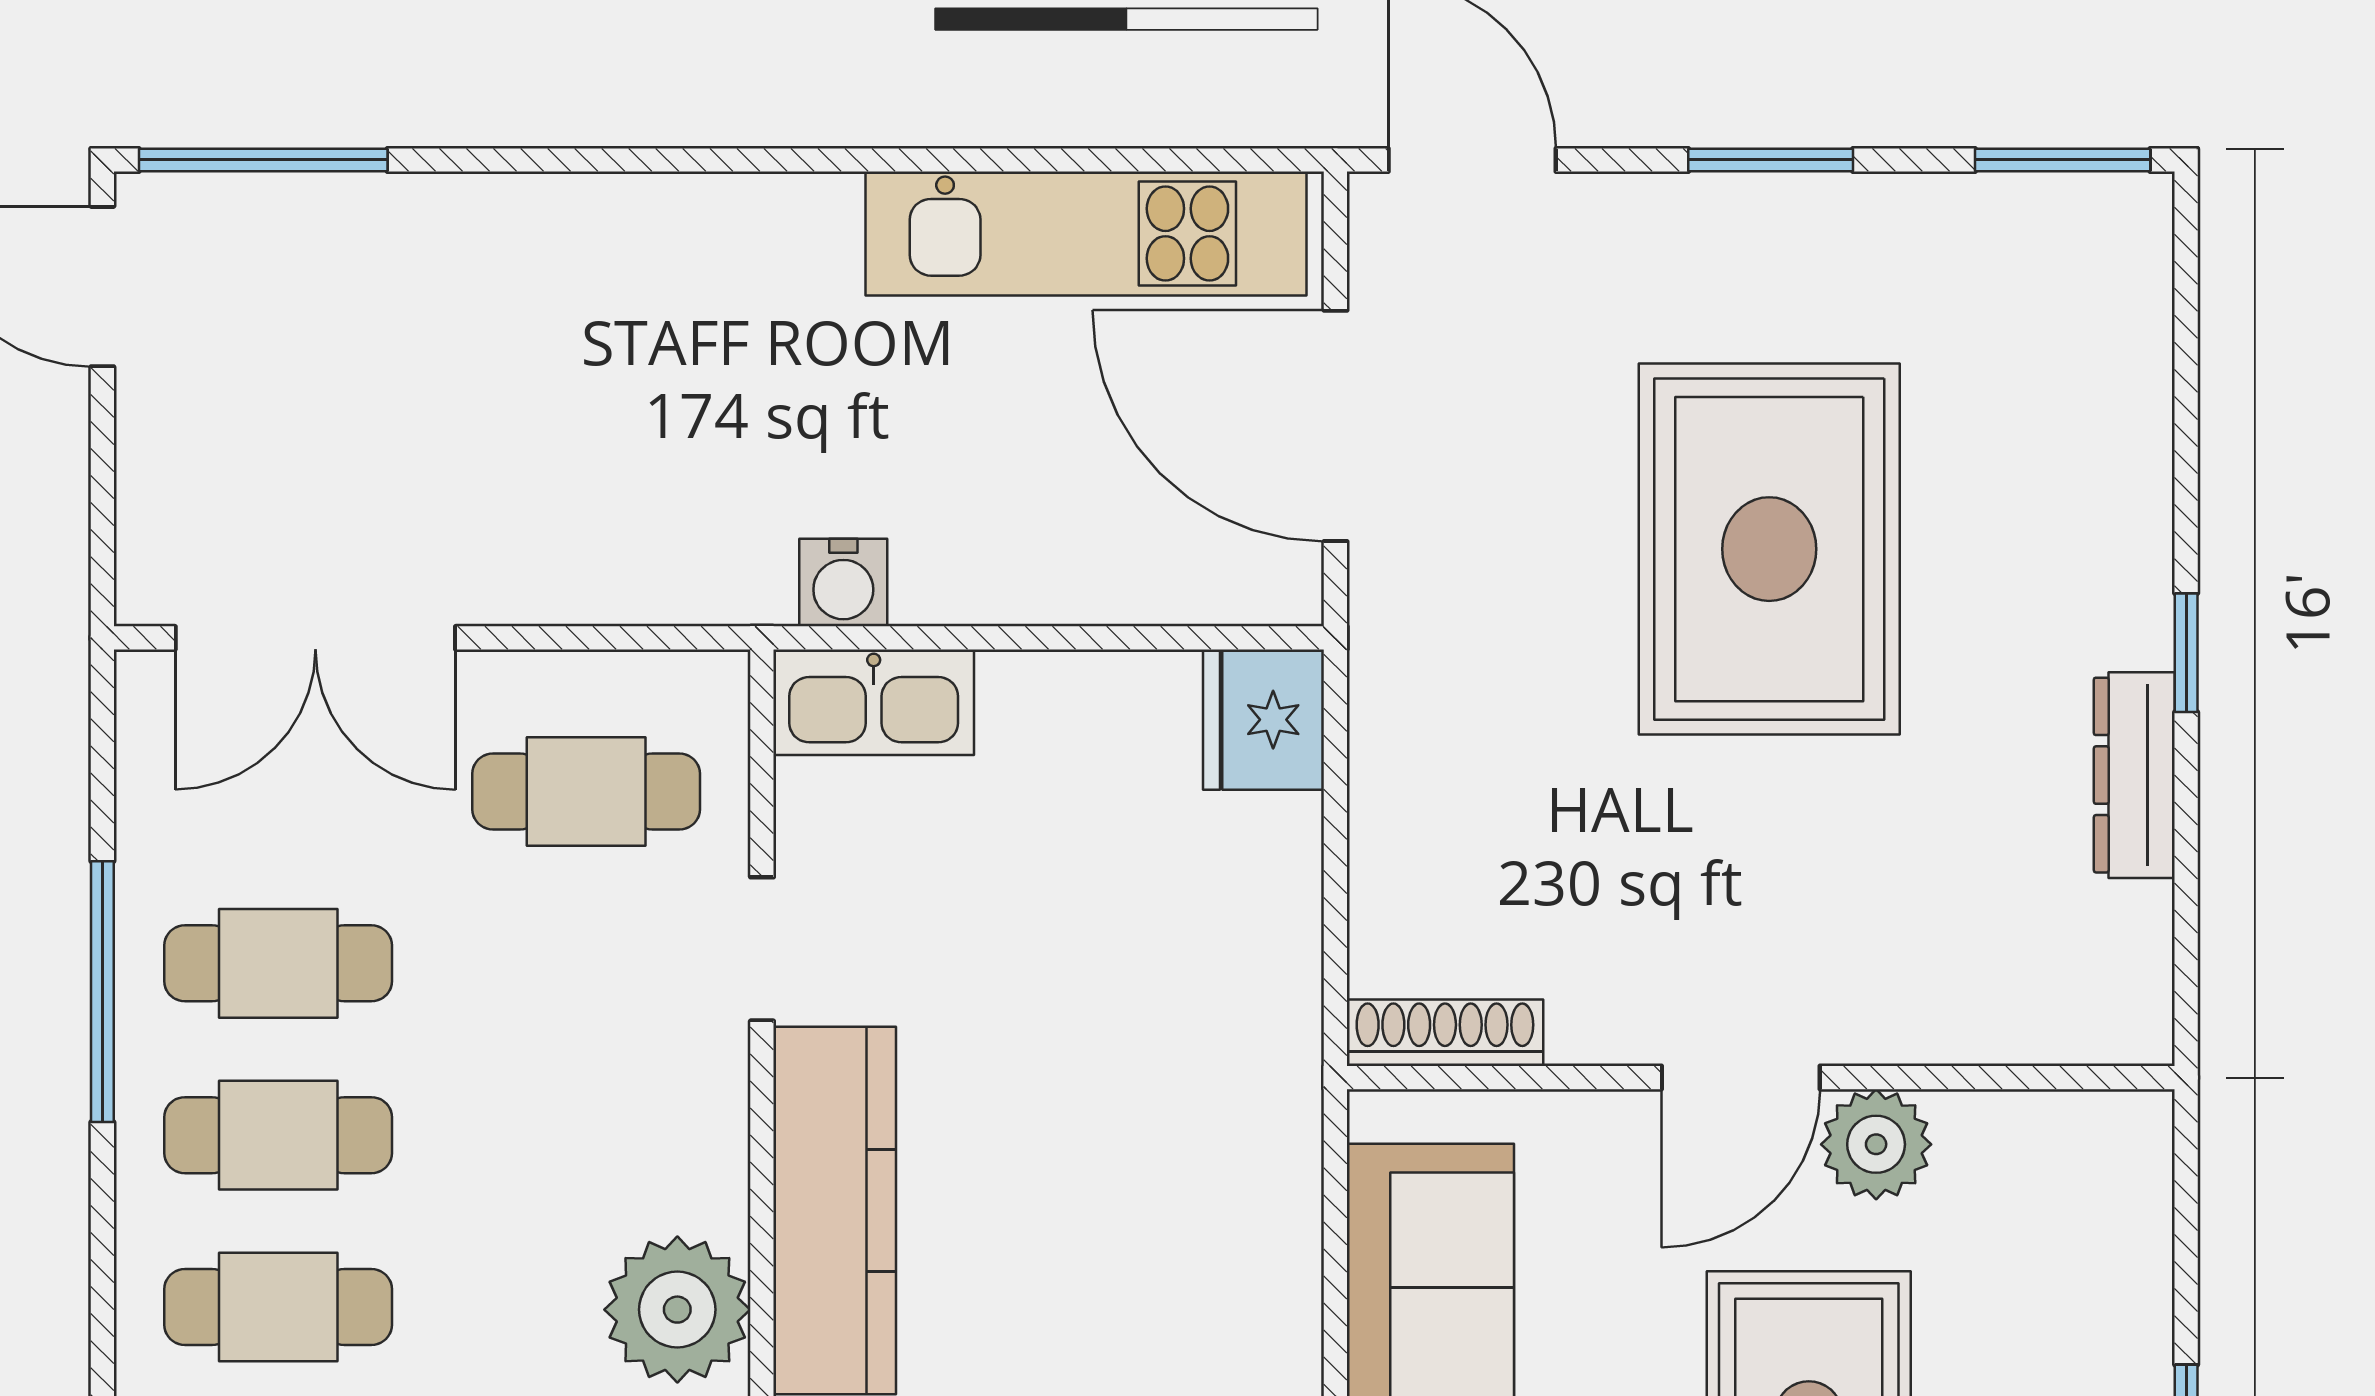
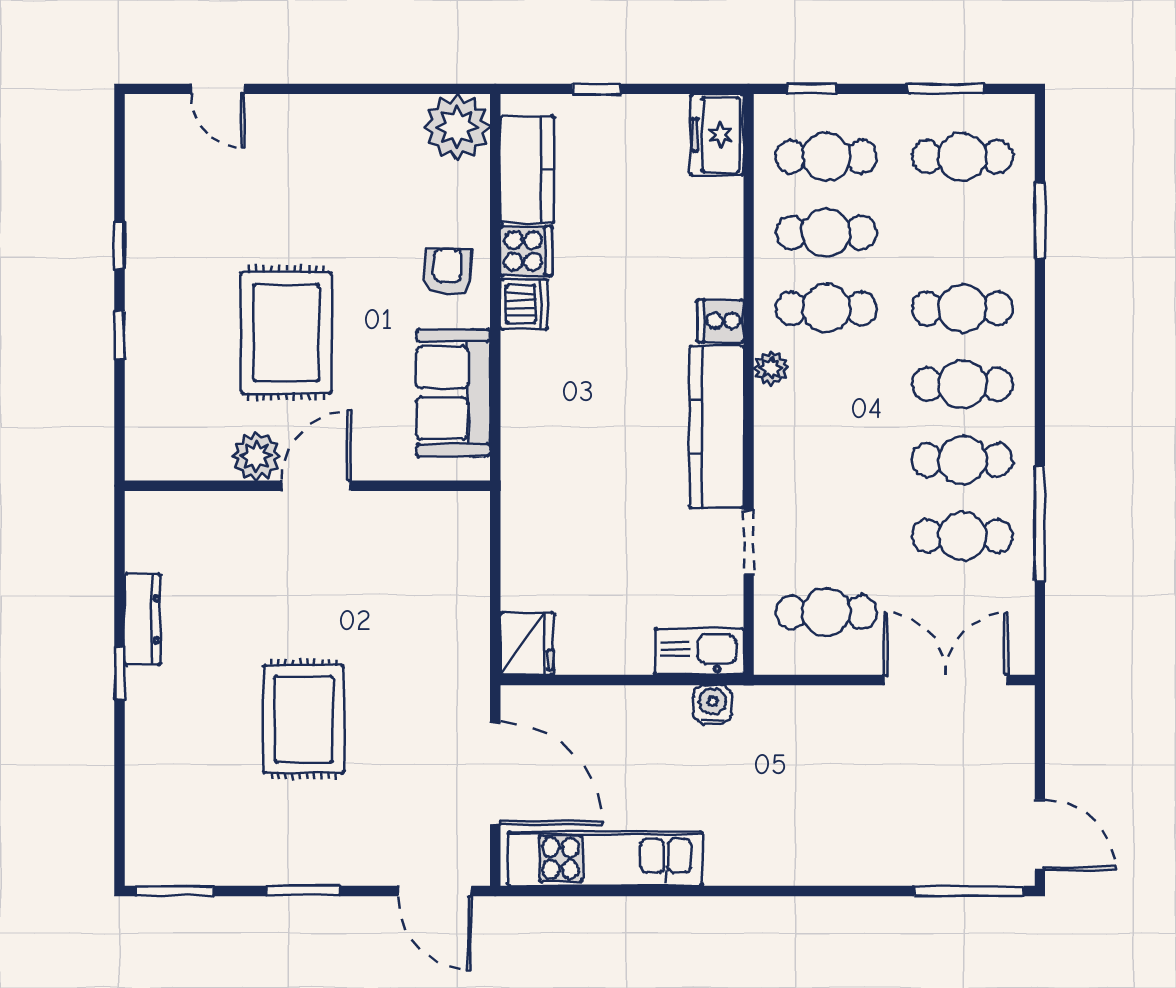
rug: (1769, 549) -> (304, 719), width x0.73, depth x0.69
shoe rack: (1445, 1033) -> (447, 506), removed
plant: (677, 1310) -> (771, 368), width x0.53, depth x0.53

